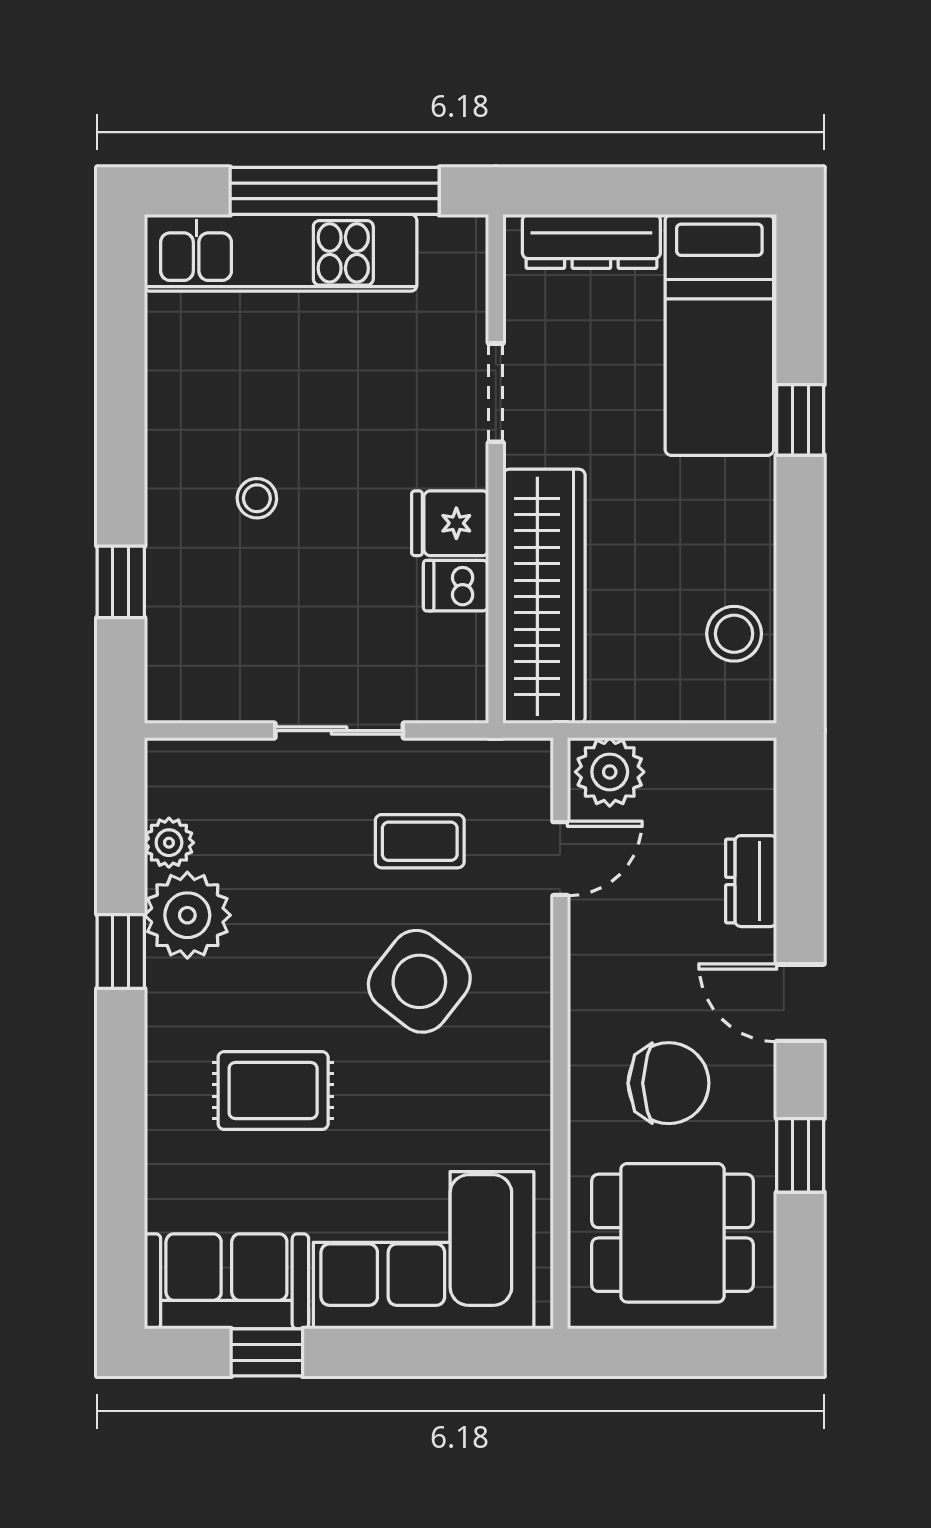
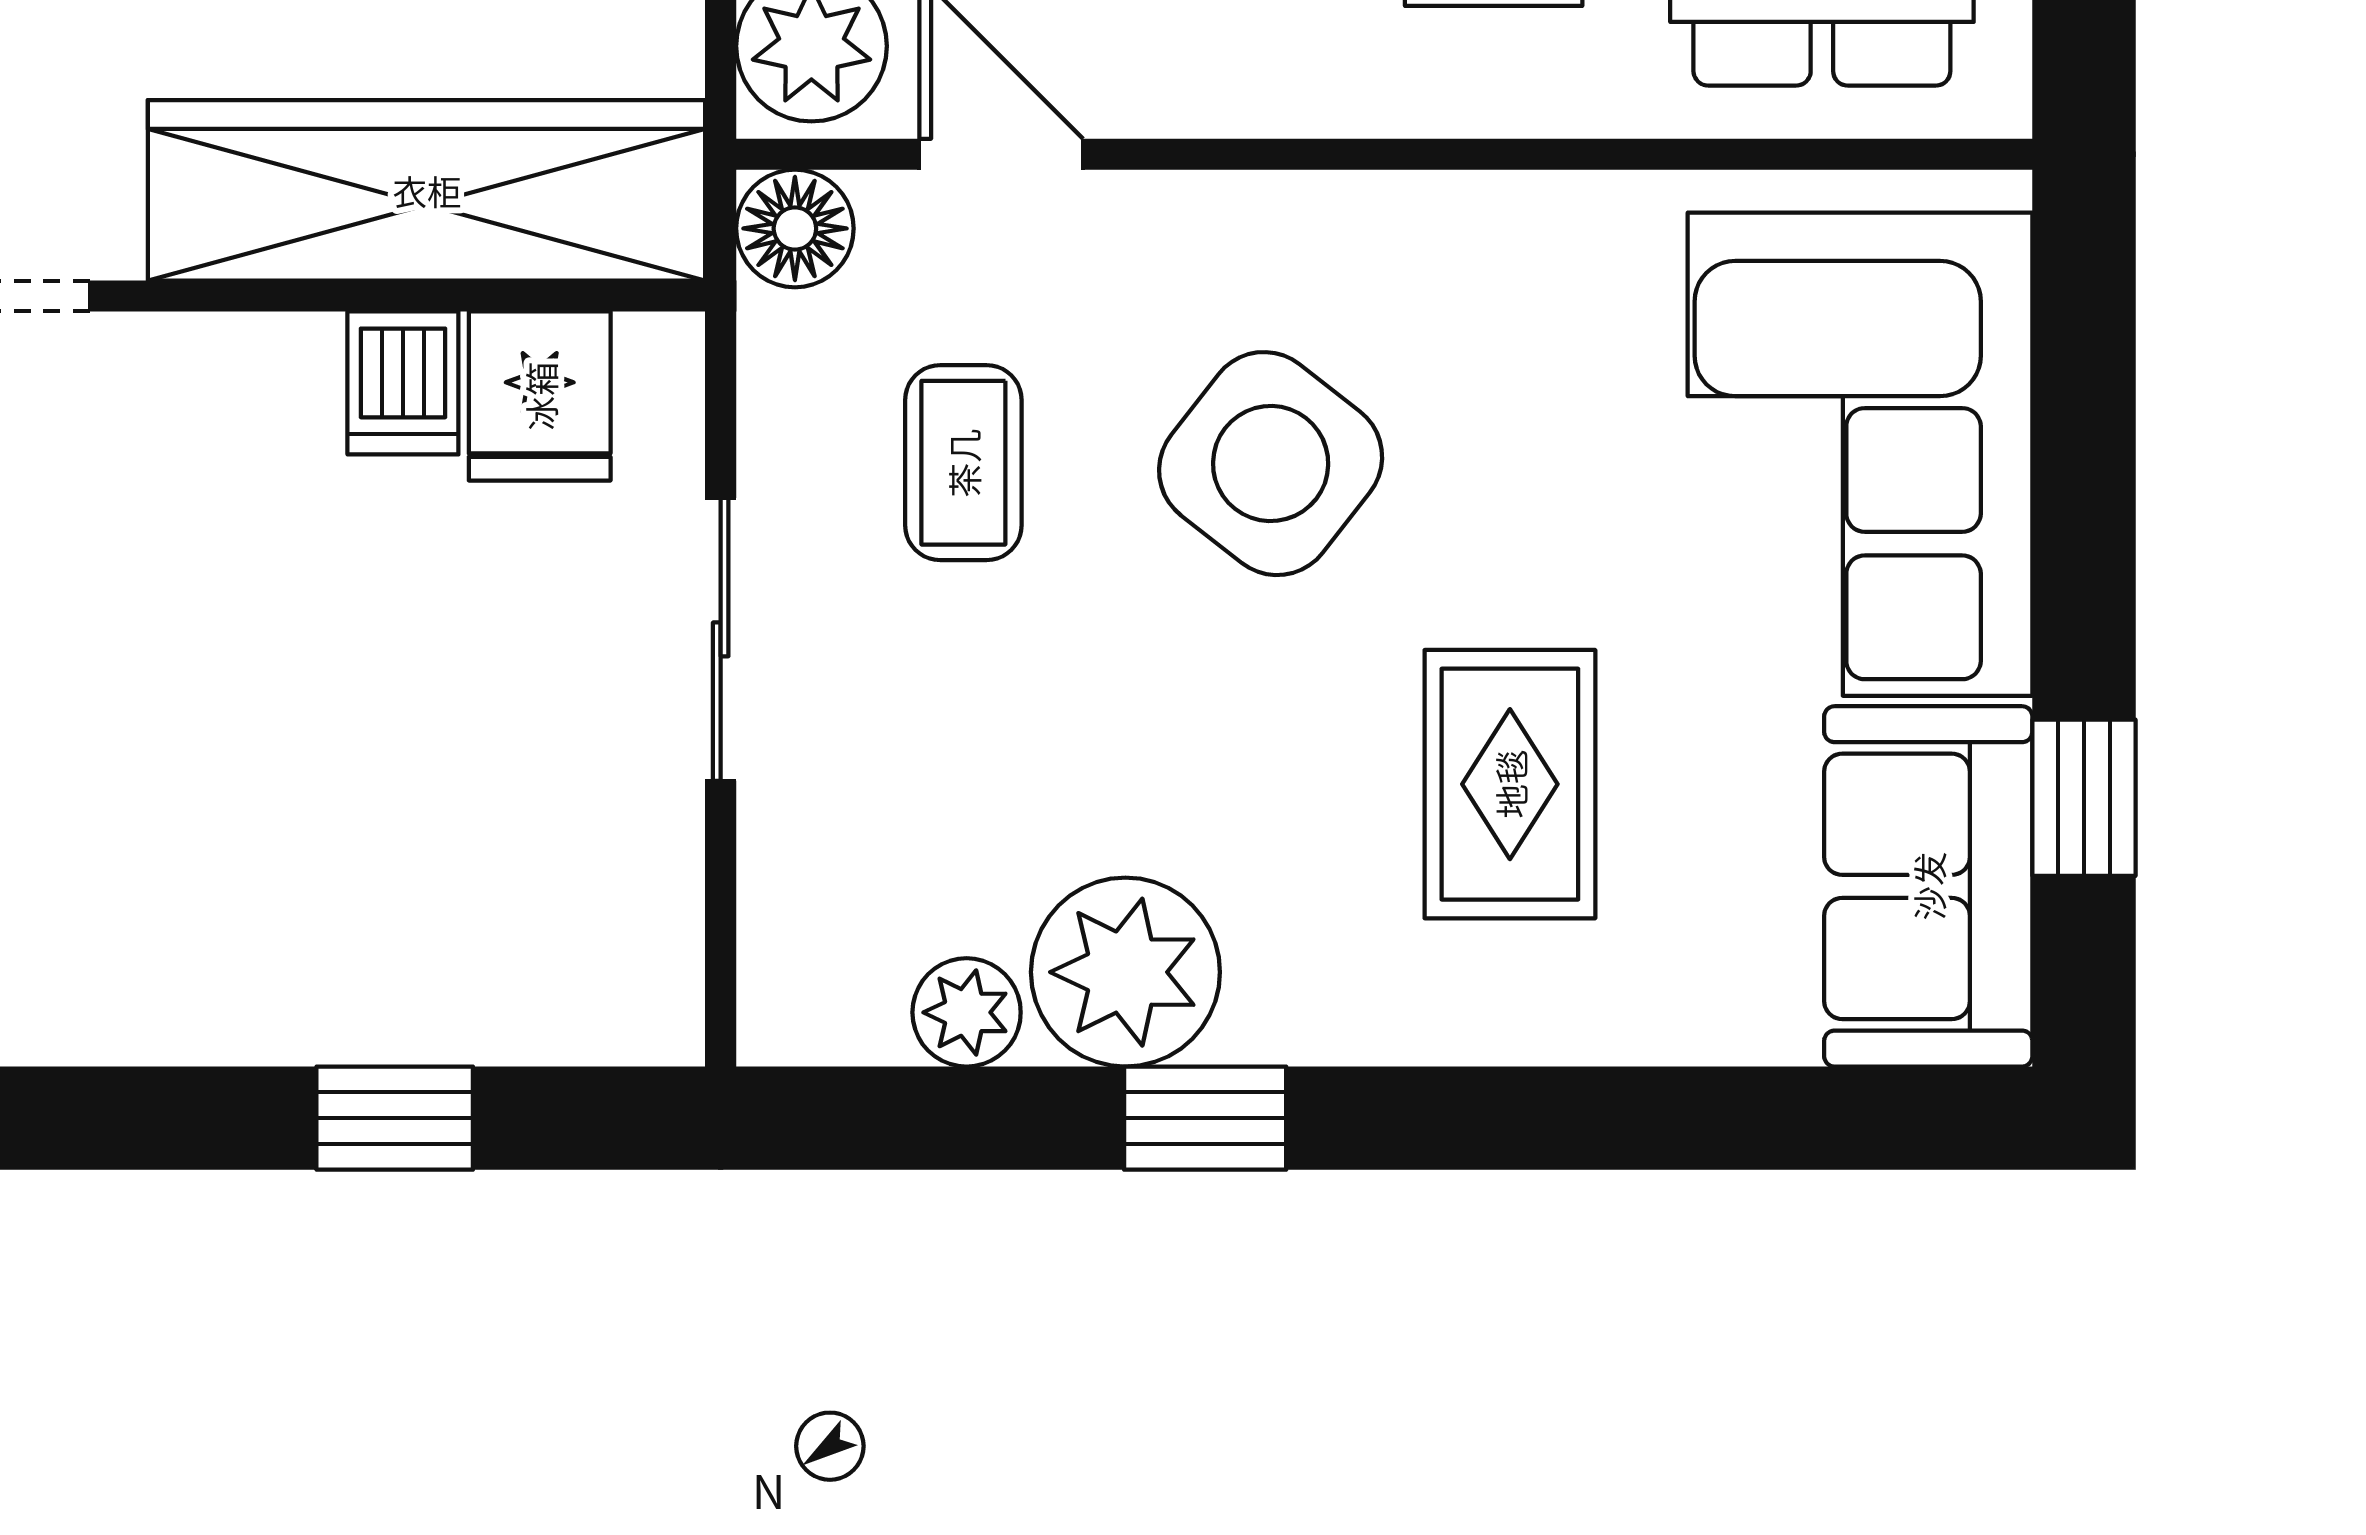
stool: (257, 498) -> (211, 820), removed
fridge: (450, 523) -> (540, 396), moved
floor lamp: (527, 764) -> (795, 228), added

